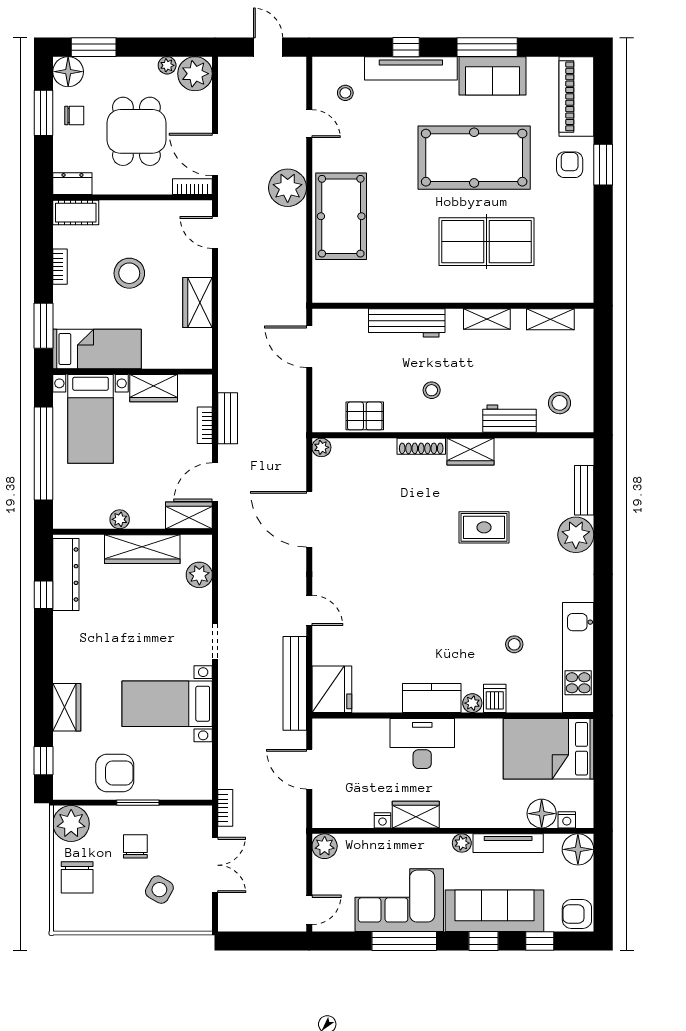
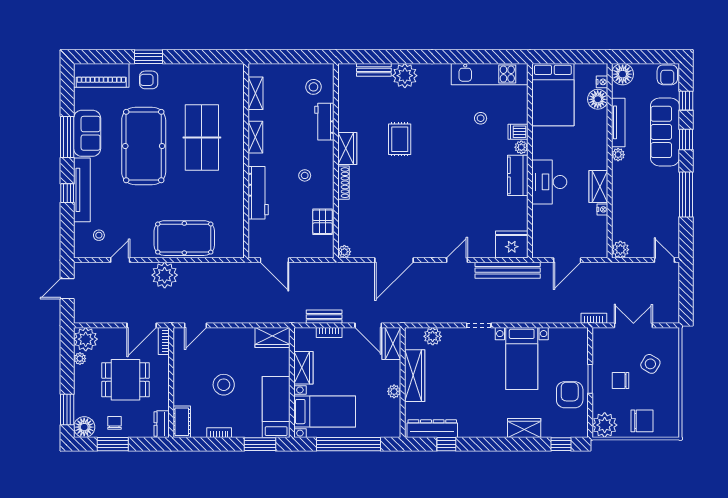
wardrobe: (198, 303) -> (272, 337), moved
door: (309, 347) -> (275, 260), hinge flipped
corner sofa: (399, 900) -> (658, 198), removed

